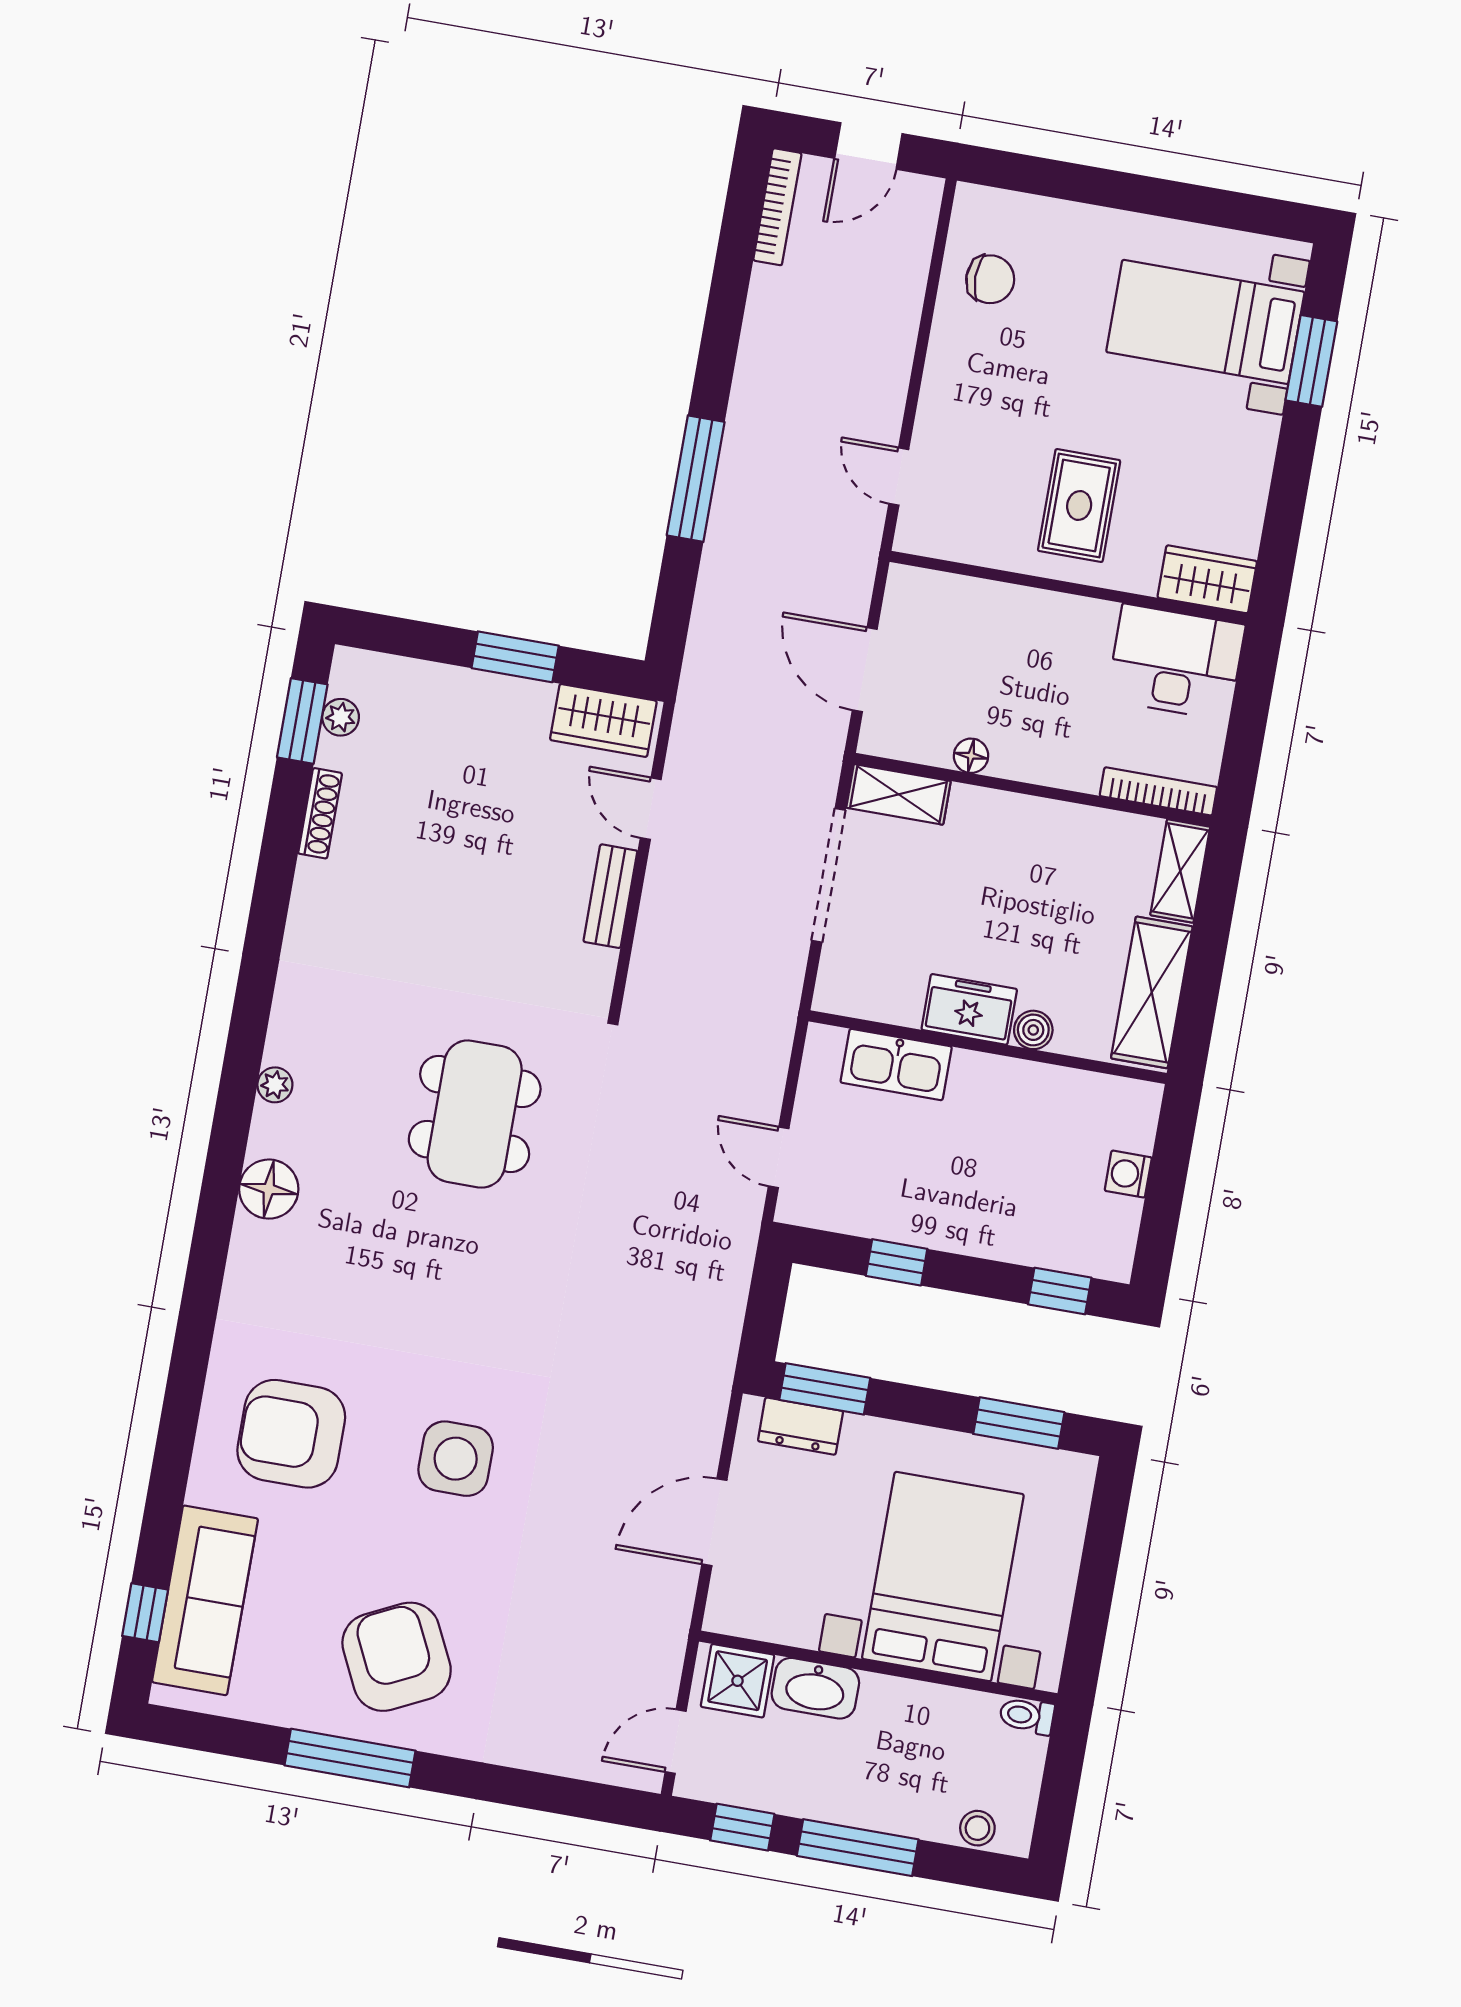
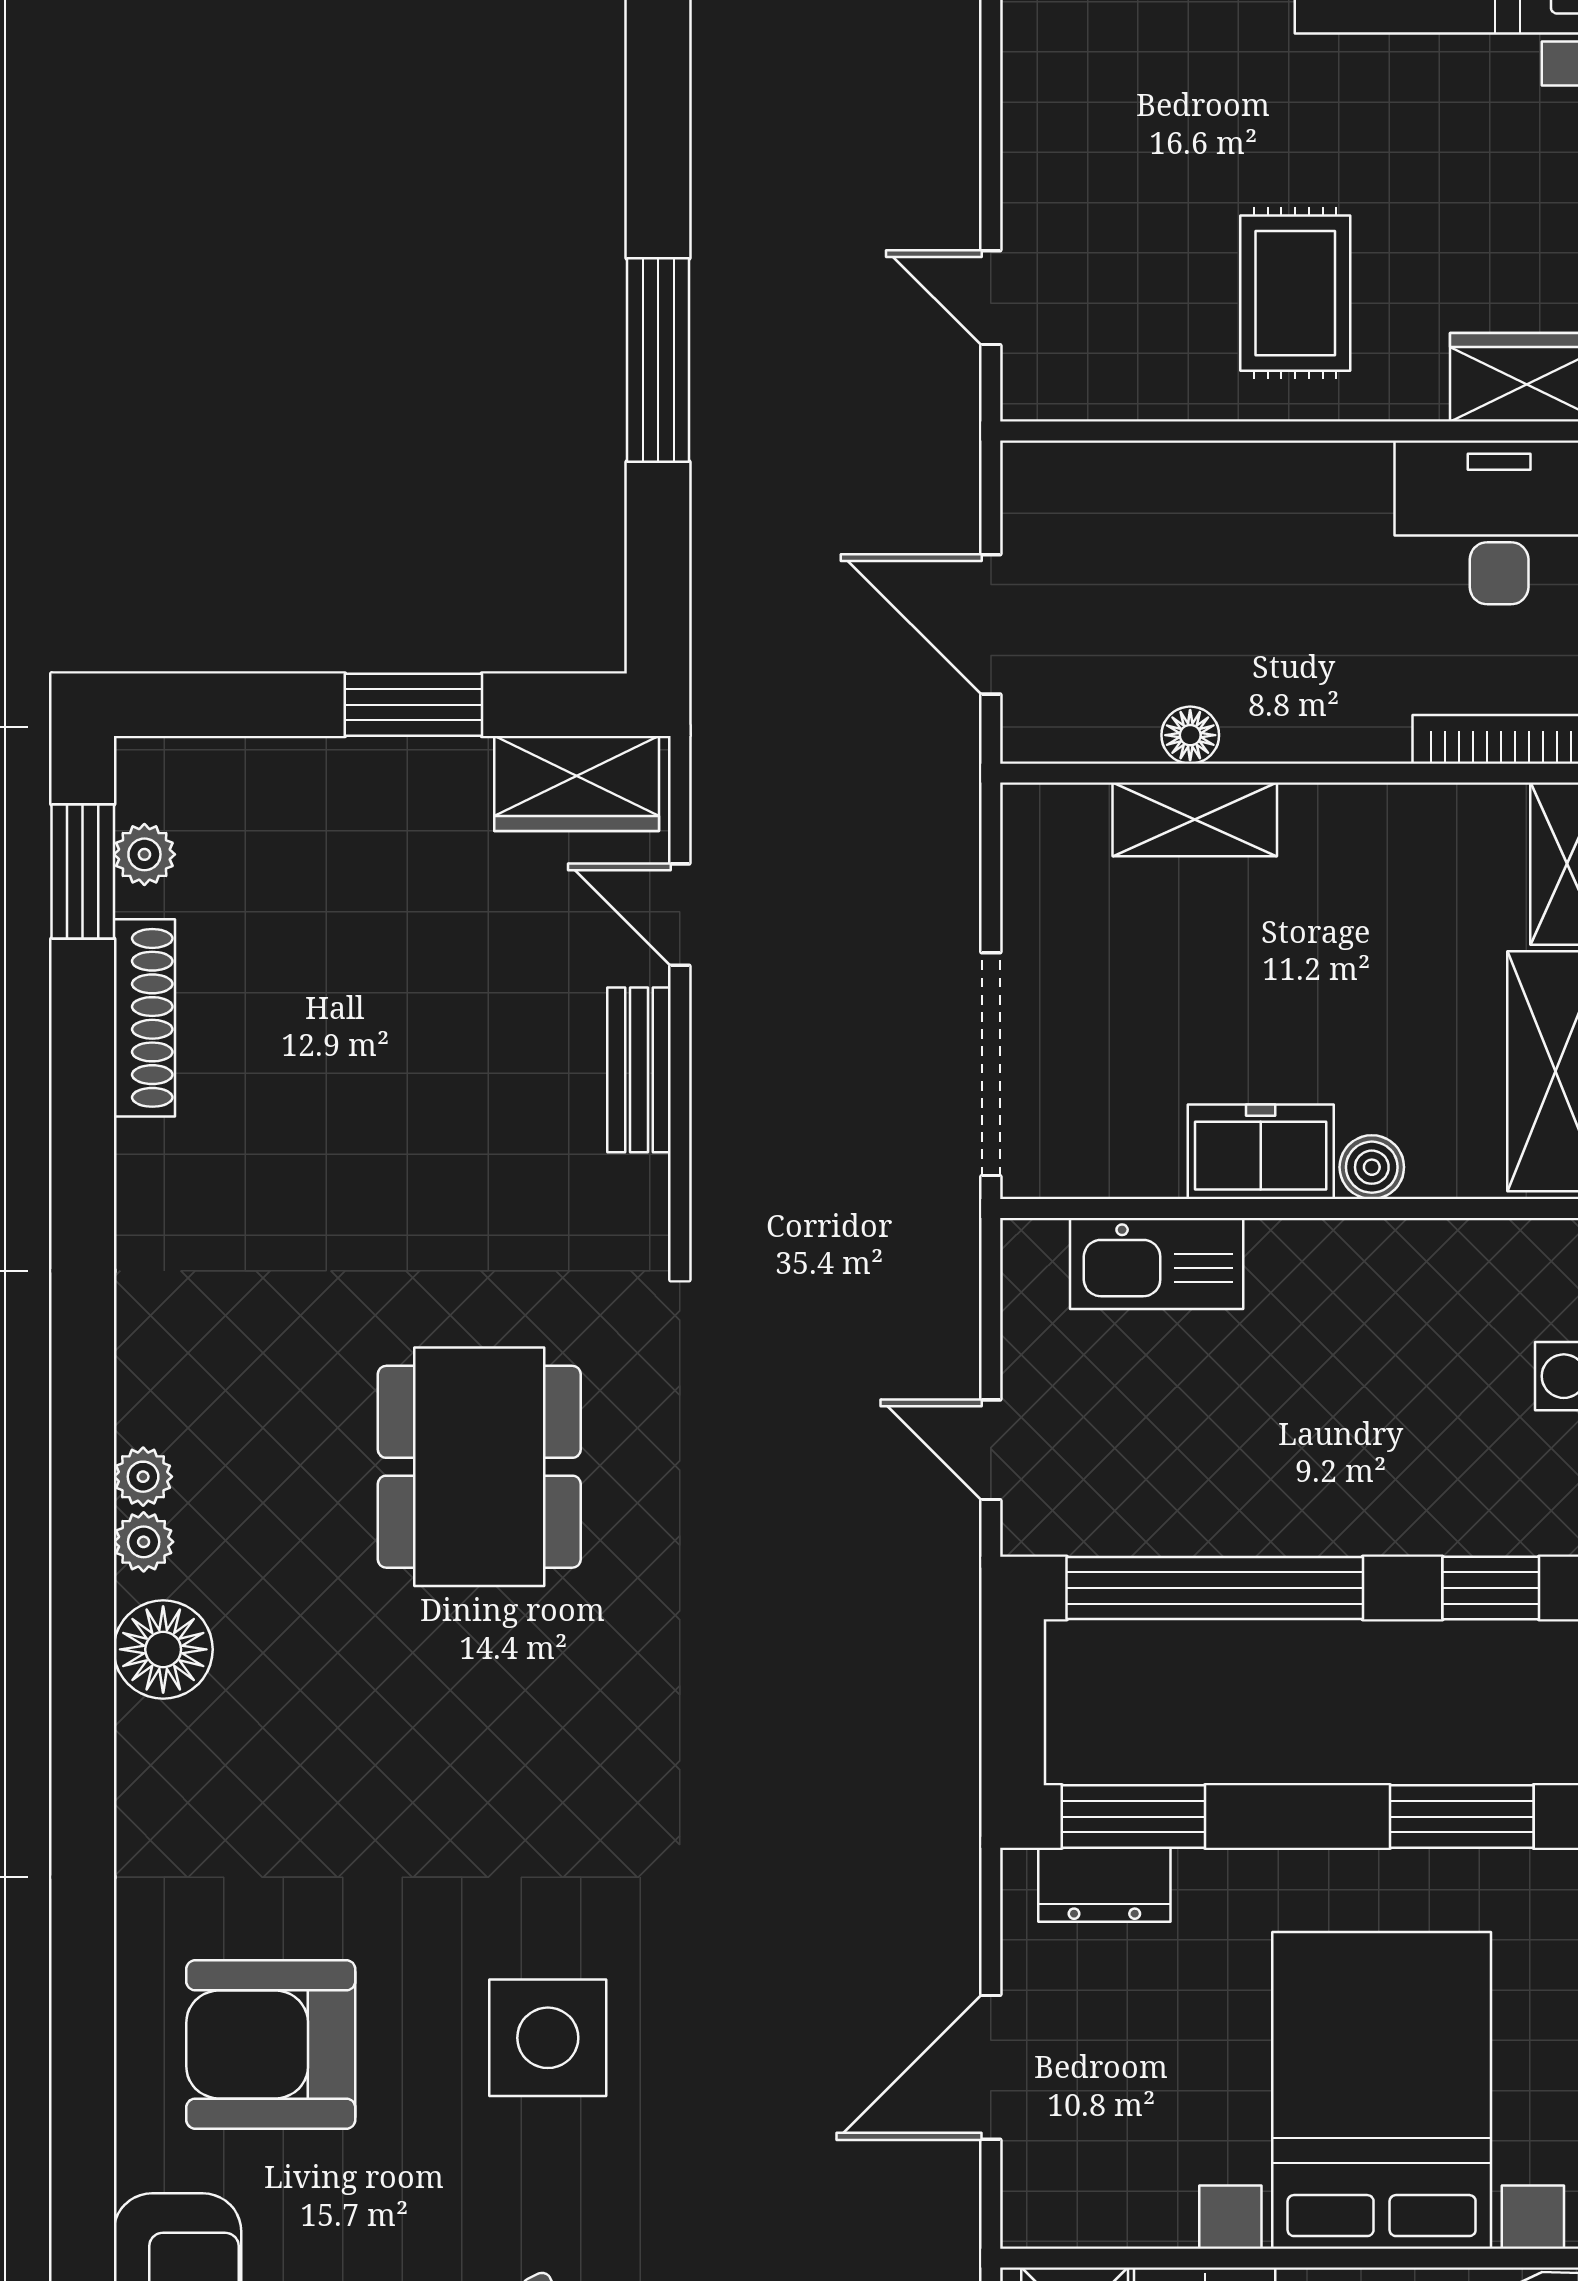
shelving: (898, 794) -> (1195, 819), moved
shoe rack: (320, 813) -> (144, 1018), width x1.36, depth x1.24
doorway: (828, 875) -> (991, 1064), moved
plant: (268, 1123) -> (144, 1542), added
window: (897, 1262) -> (1215, 1588), width x3.17

